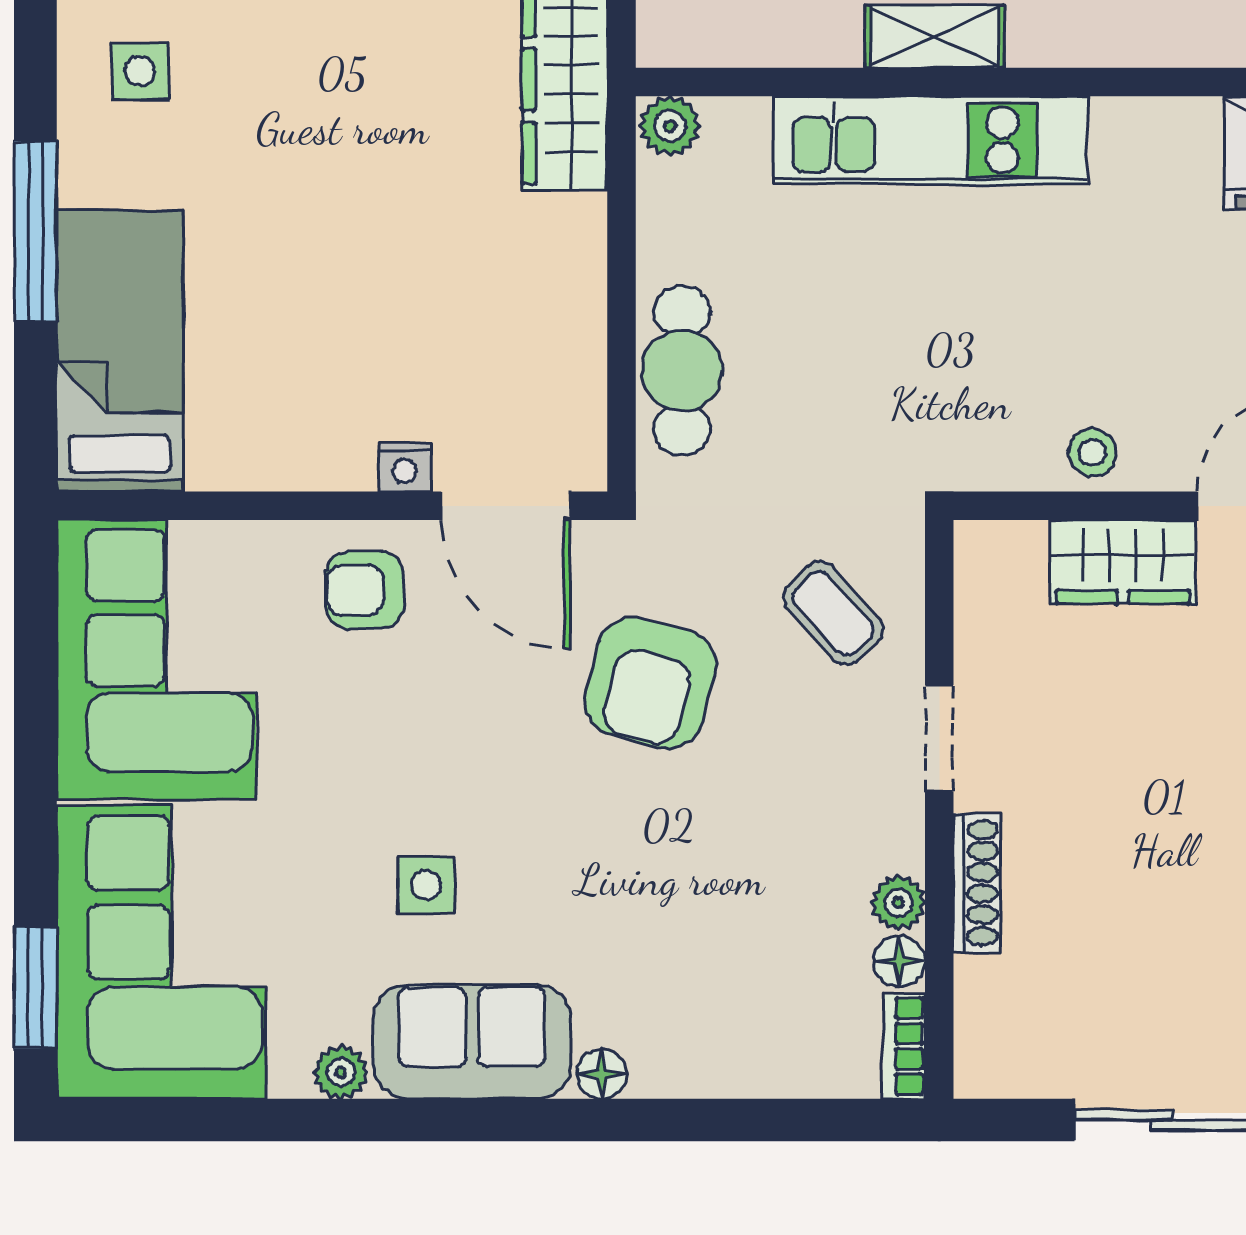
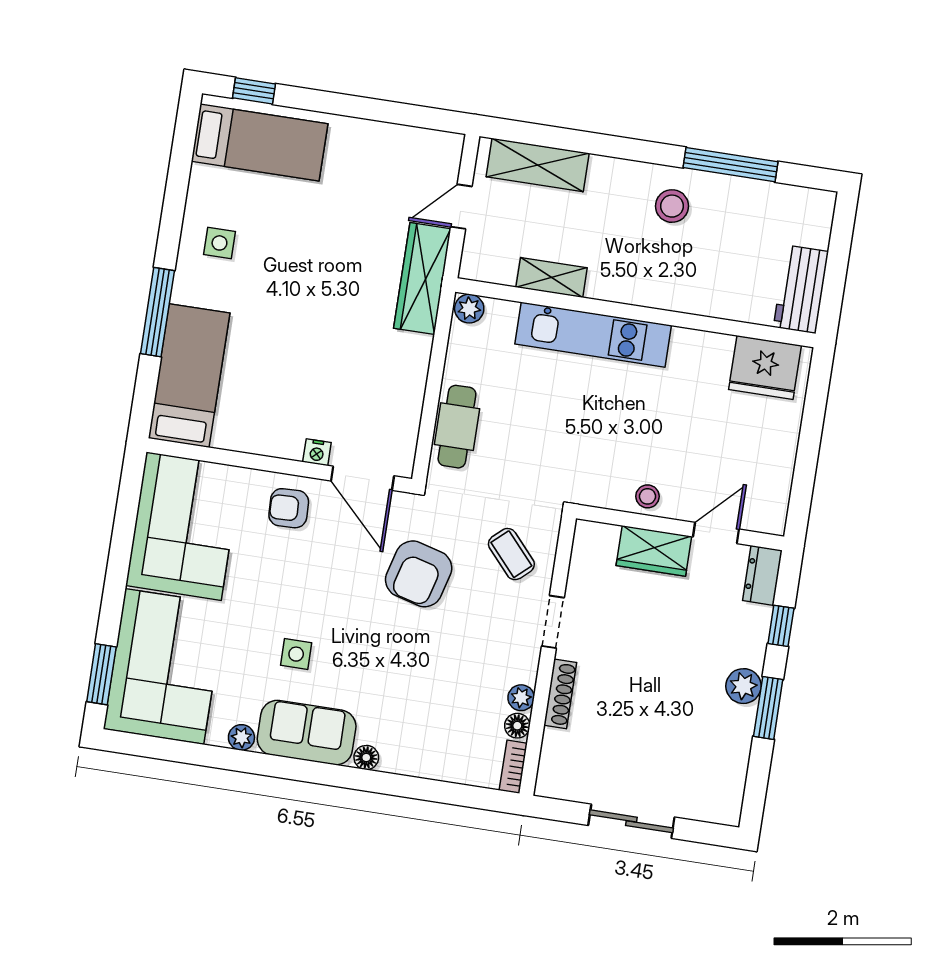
shelving: (935, 37) -> (552, 277), moved

